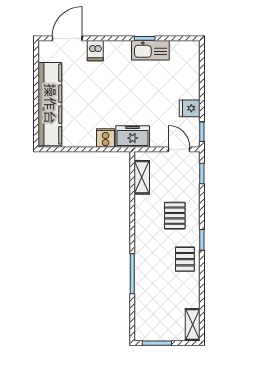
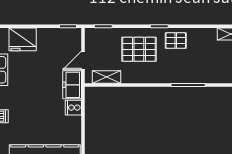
fridge: (190, 108) -> (23, 39), moved, width x1.88, depth x1.34
door: (179, 149) -> (83, 60), moved
pallet: (175, 216) -> (139, 49), width x1.50, depth x1.42

